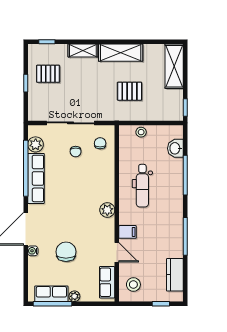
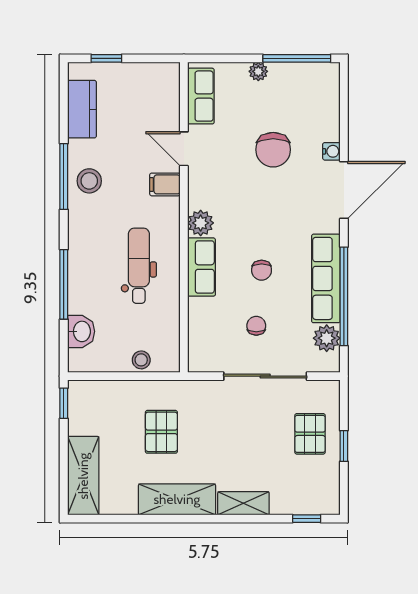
pallet: (48, 74) -> (310, 434), moved, turned 90
pallet: (130, 91) -> (161, 432), turned 90
chair: (100, 143) -> (262, 270), moved
stool: (133, 285) -> (89, 181), moved
row of seats: (51, 294) -> (201, 267), moved, turned -90

